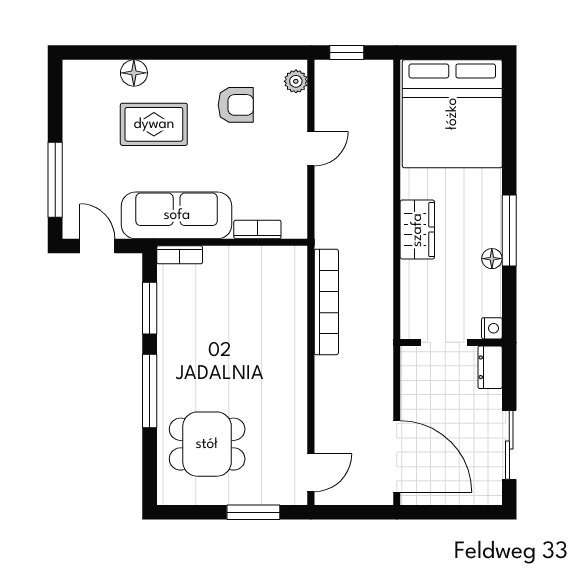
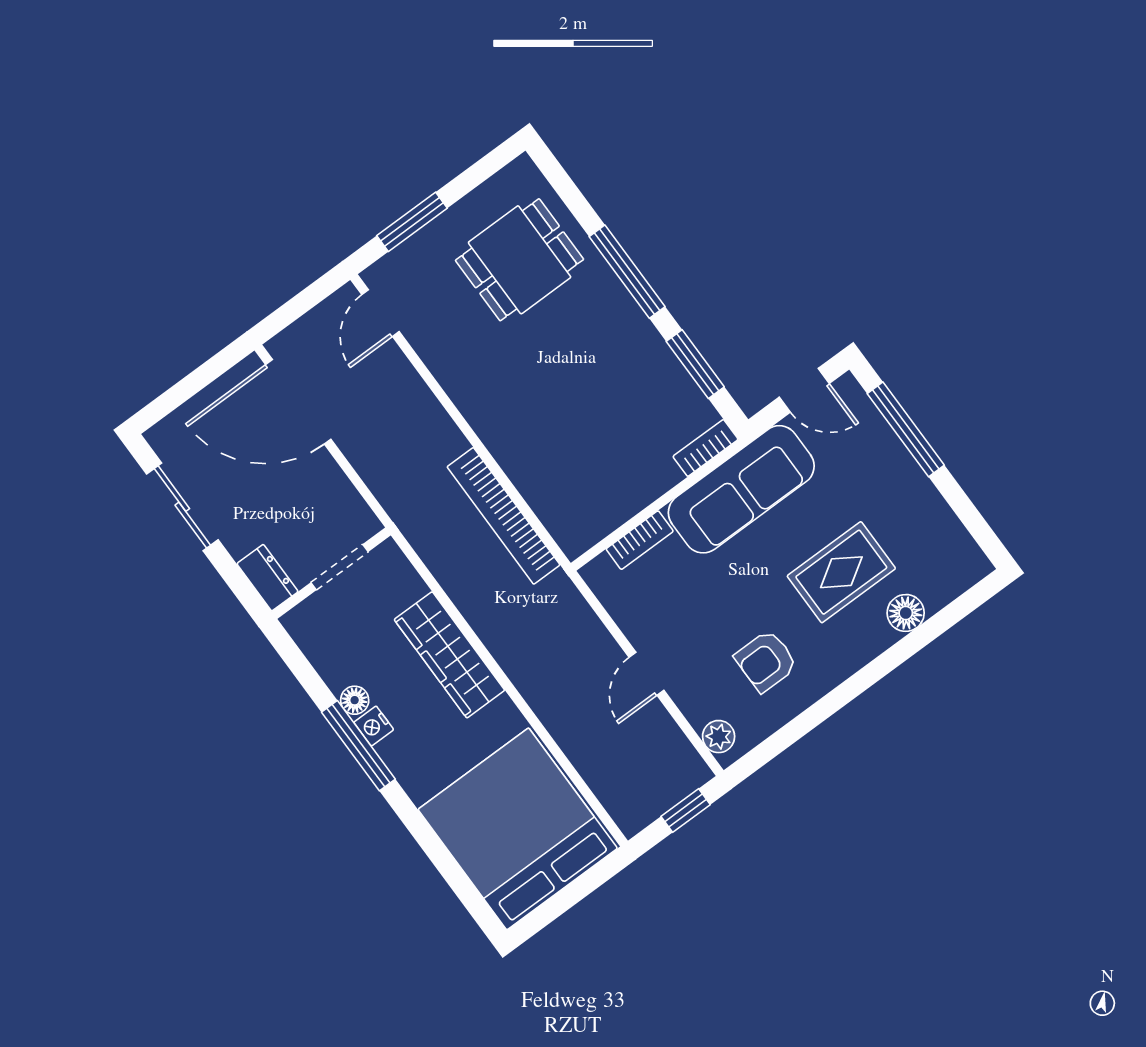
wardrobe: (417, 230) -> (449, 655), width x1.50
nightstand: (492, 328) -> (374, 726), moved

